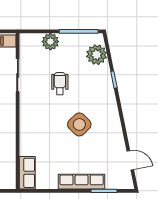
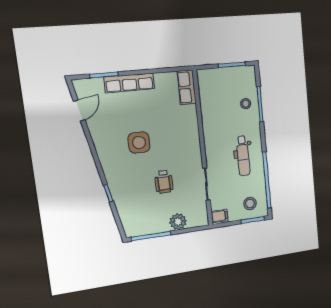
plant: (97, 55) -> (130, 216), removed
side table: (79, 124) -> (139, 143), turned 45
door: (130, 160) -> (79, 111), swing flipped

